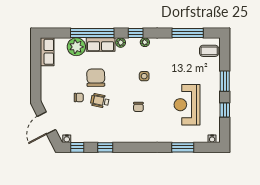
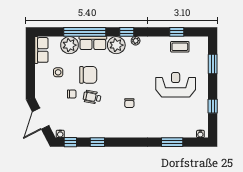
window: (188, 33) -> (177, 32), width x0.46
plant: (121, 43) -> (116, 45), width x1.87, depth x1.87
coffee table: (209, 51) -> (180, 47), moved
side table: (144, 76) -> (58, 72), moved
chair: (96, 78) -> (88, 75), turned 91
window: (225, 81) -> (213, 64), moved
reception desk: (187, 105) -> (176, 85), moved, turned 90

